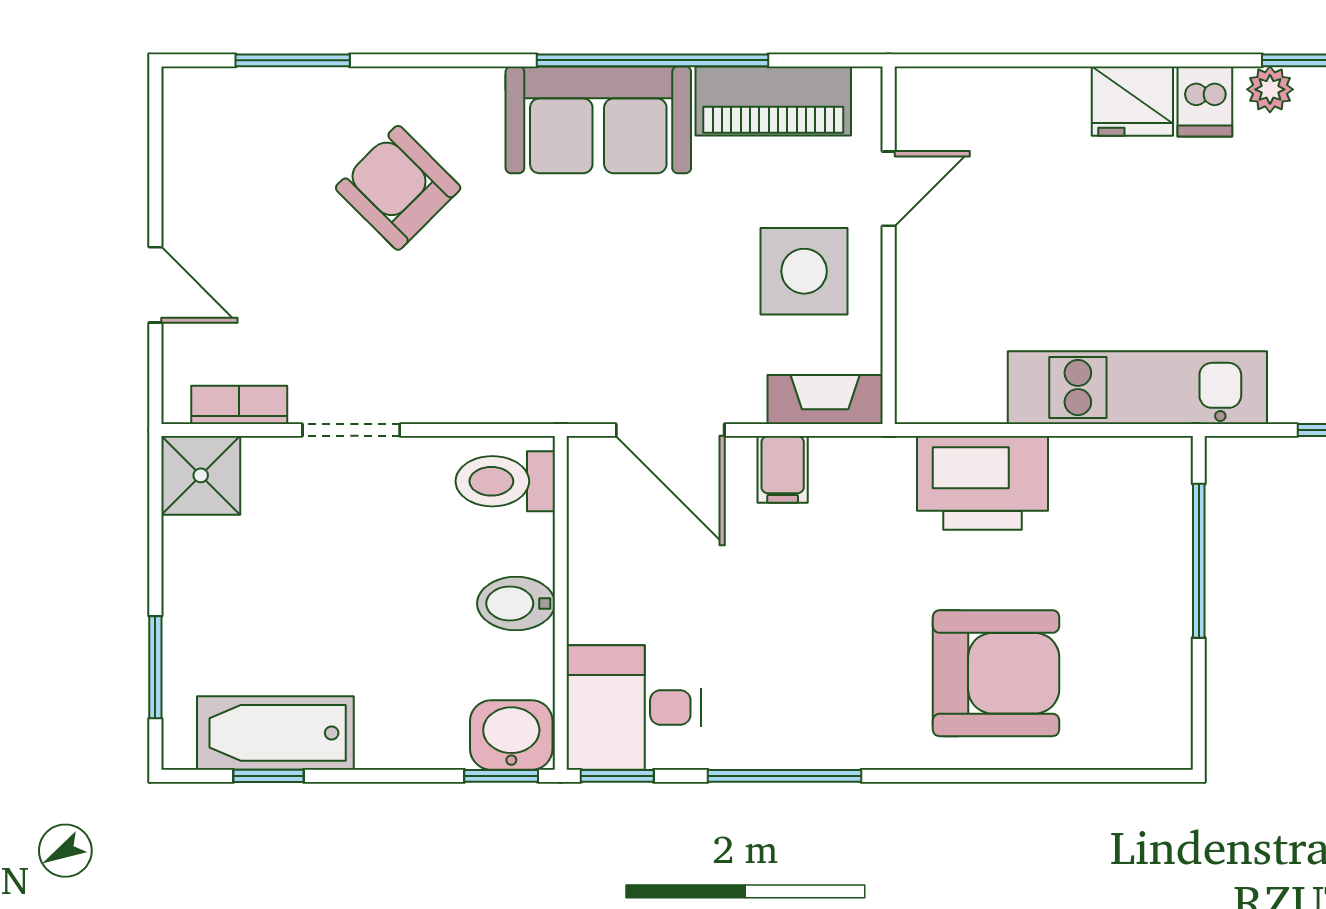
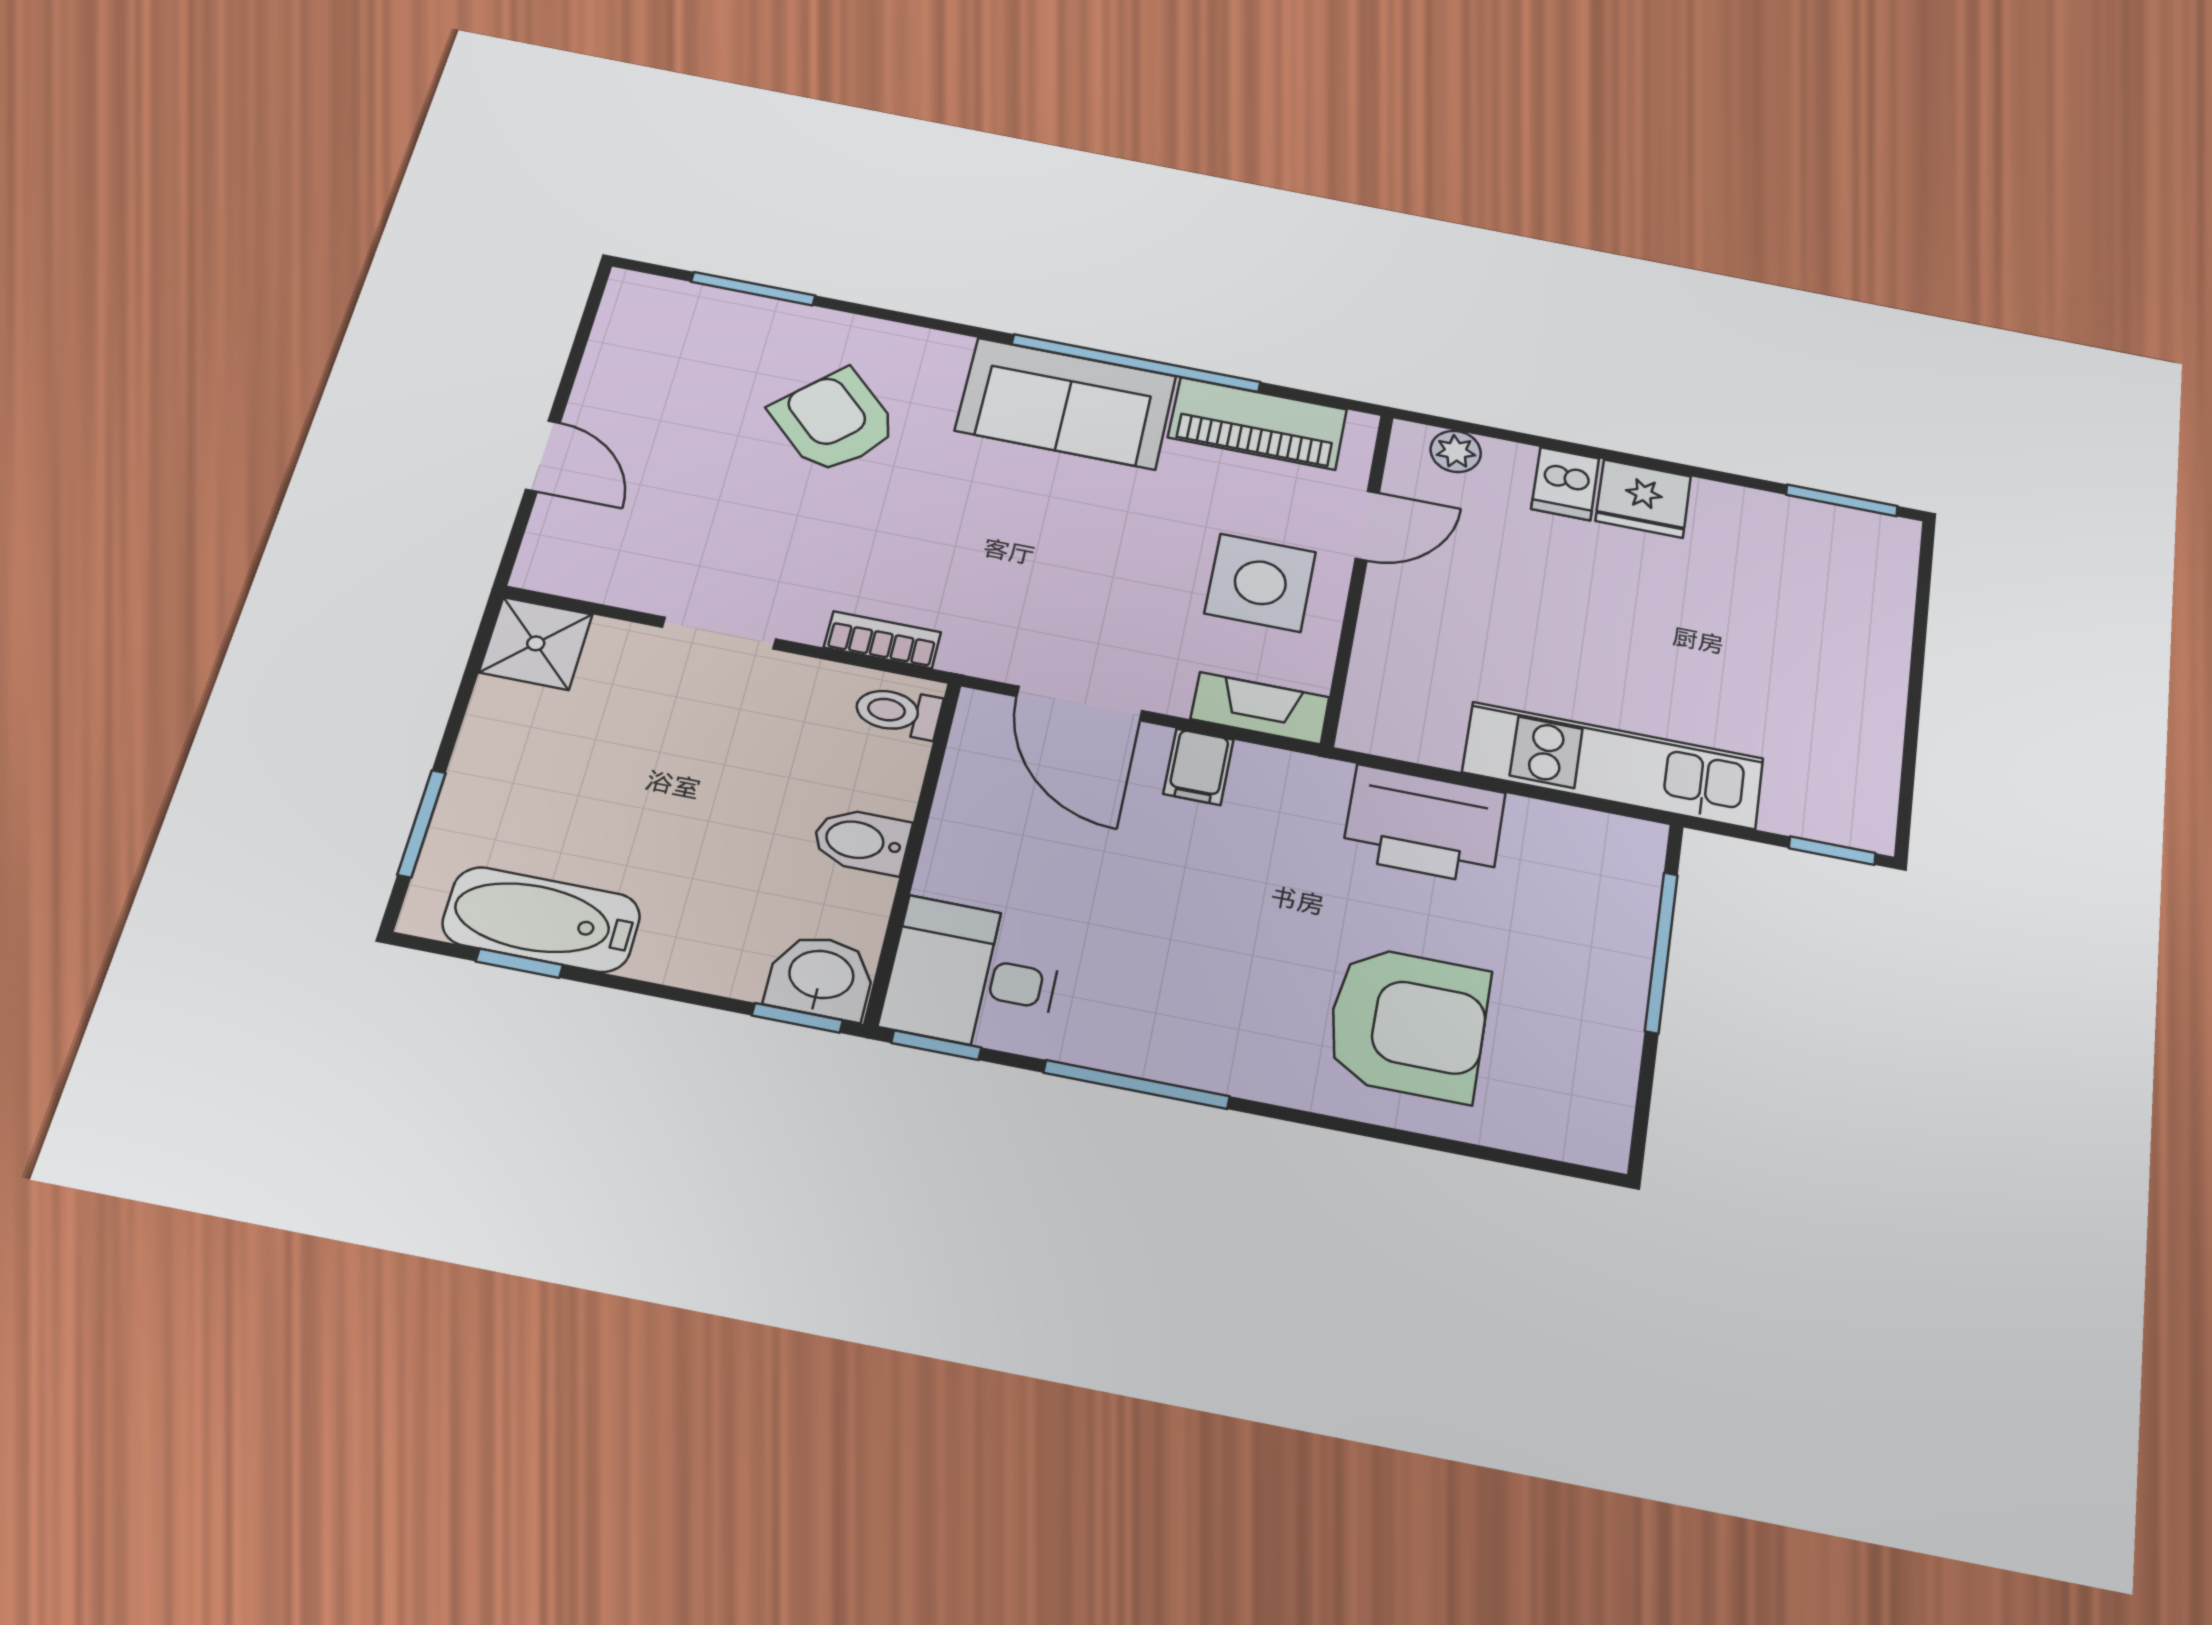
plant: (1270, 89) -> (1456, 451), moved
dishwasher: (1205, 101) -> (1565, 484), moved
bookcase: (239, 405) -> (882, 640), moved
toilet: (505, 481) -> (898, 712), width x0.73, depth x0.72

